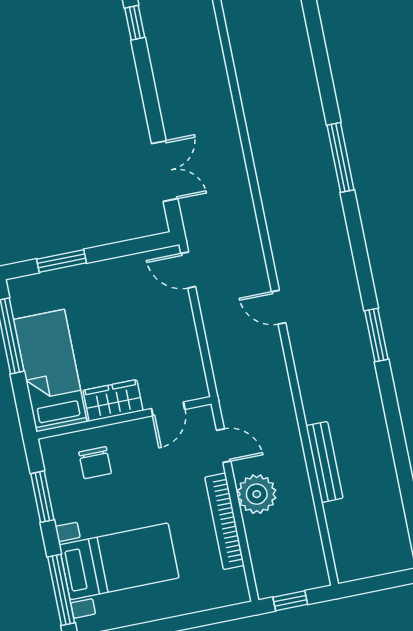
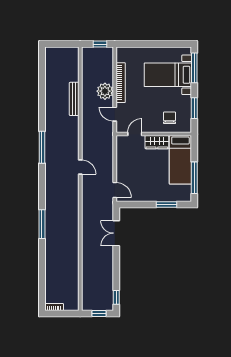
window: (376, 335) -> (42, 147), width x1.44

